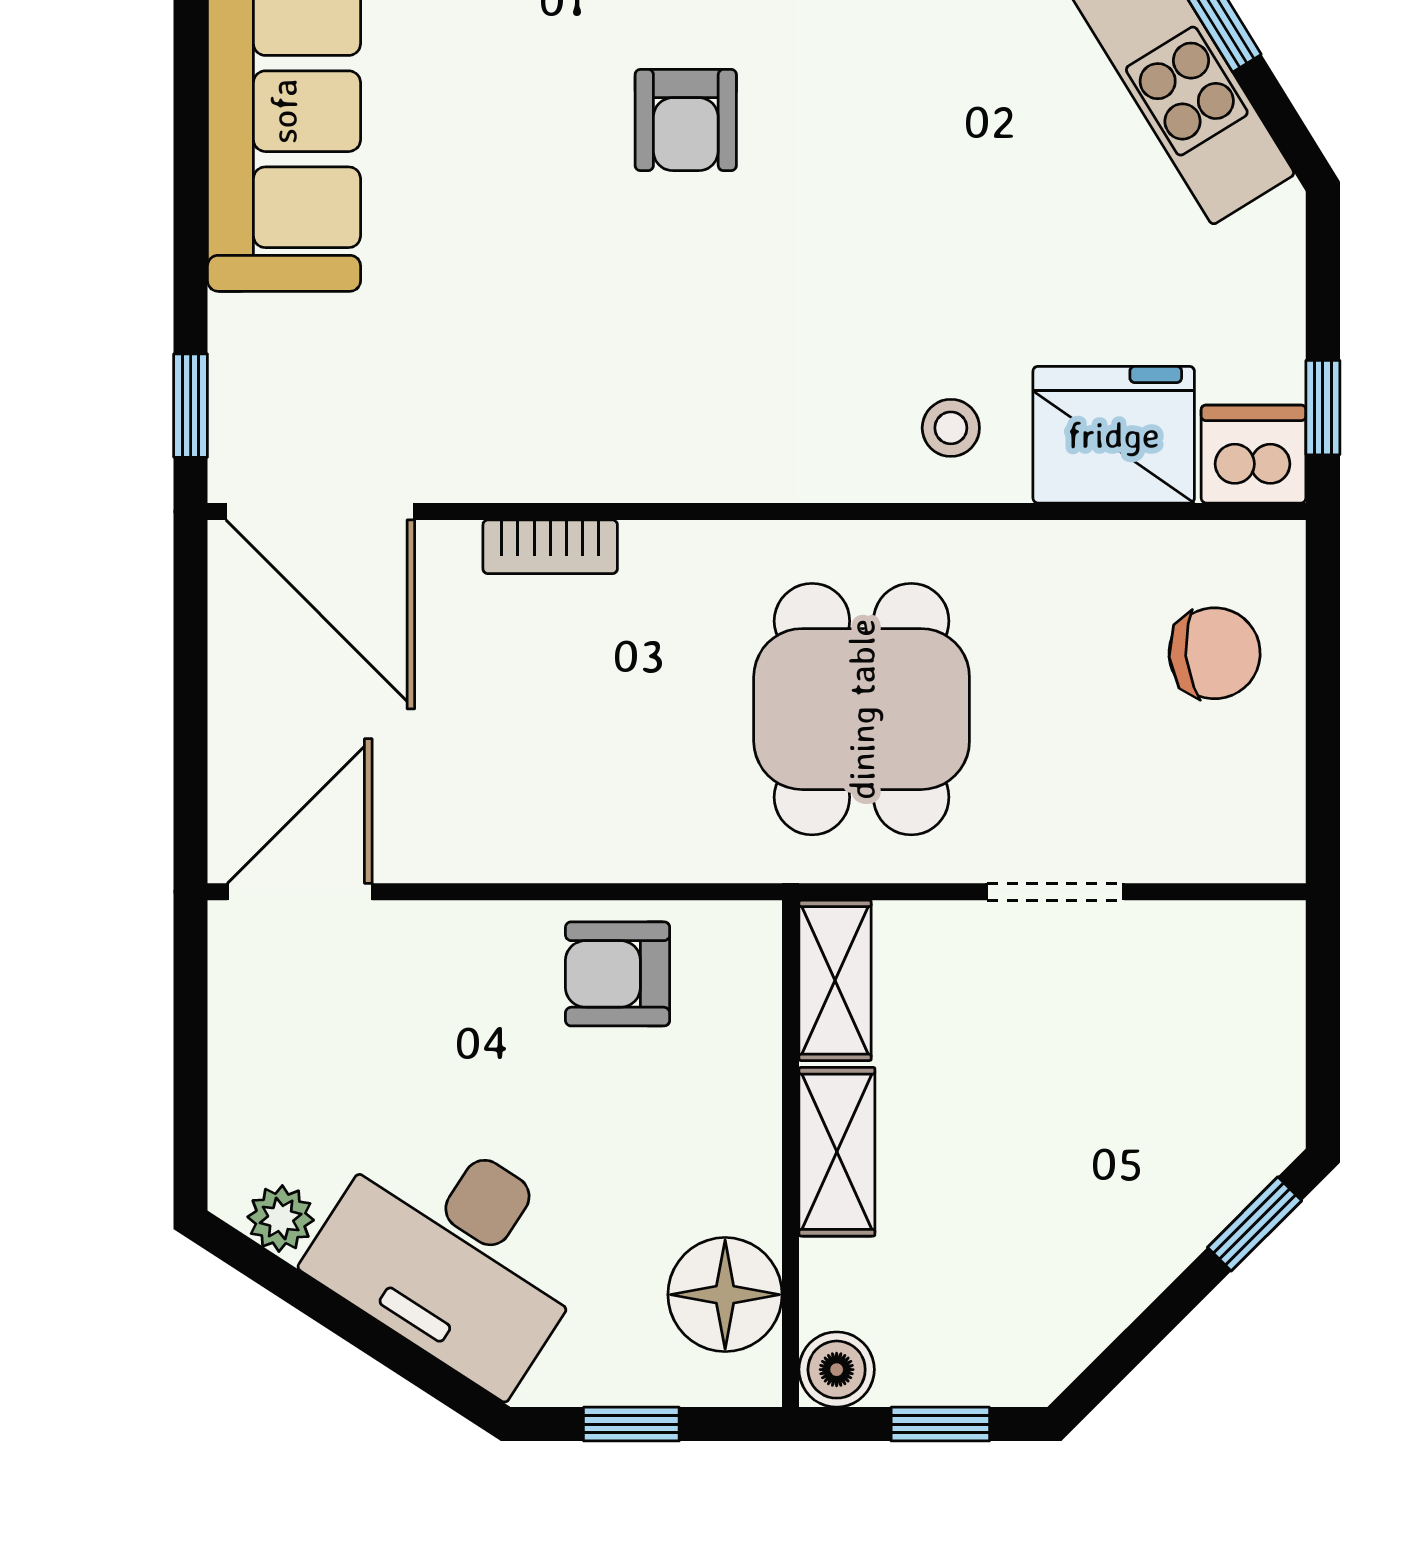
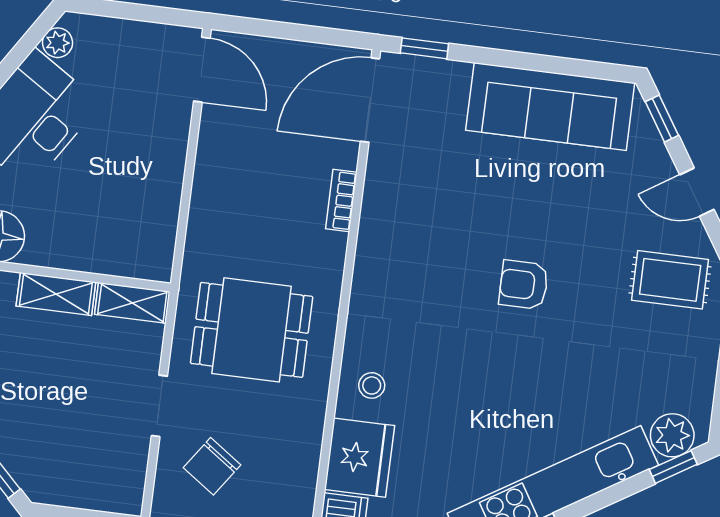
chair: (1215, 653) -> (212, 466), moved, turned 40
armchair: (618, 974) -> (147, 206), removed

